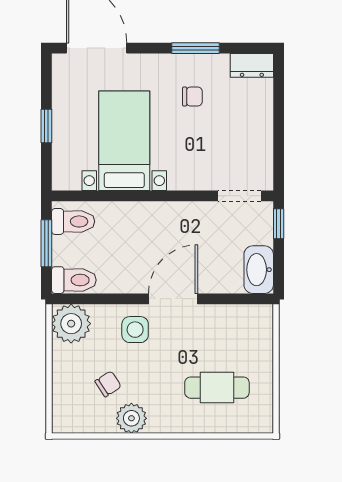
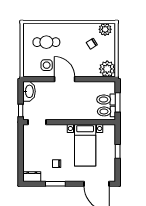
toilet: (74, 280) -> (106, 100), moved
door: (173, 299) -> (65, 79), swing flipped
side table: (135, 330) -> (47, 65), moved
plant: (131, 418) -> (105, 29), moved

